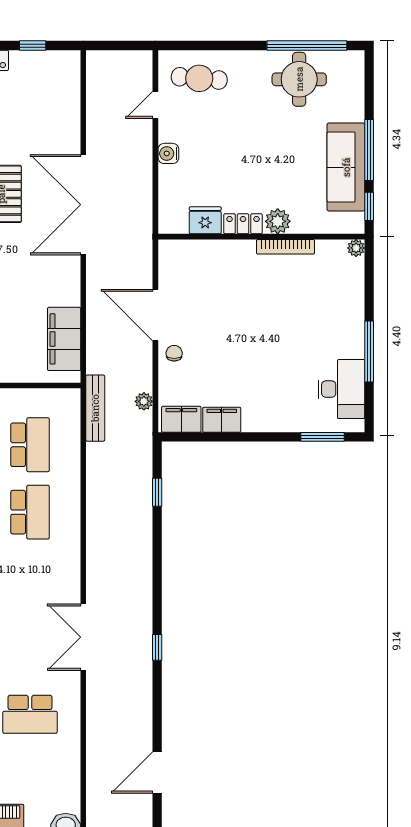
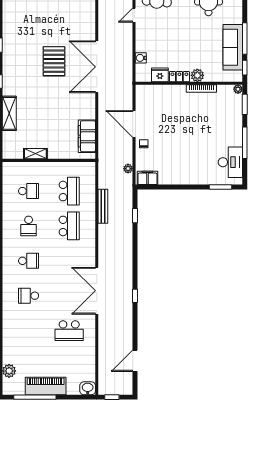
water cooler: (168, 153) -> (141, 58), moved
window: (369, 277) -> (245, 104), added
bench: (95, 408) -> (103, 206), moved
filing cabinet: (222, 420) -> (168, 178), removed
double door: (83, 637) -> (97, 291), width x1.36

